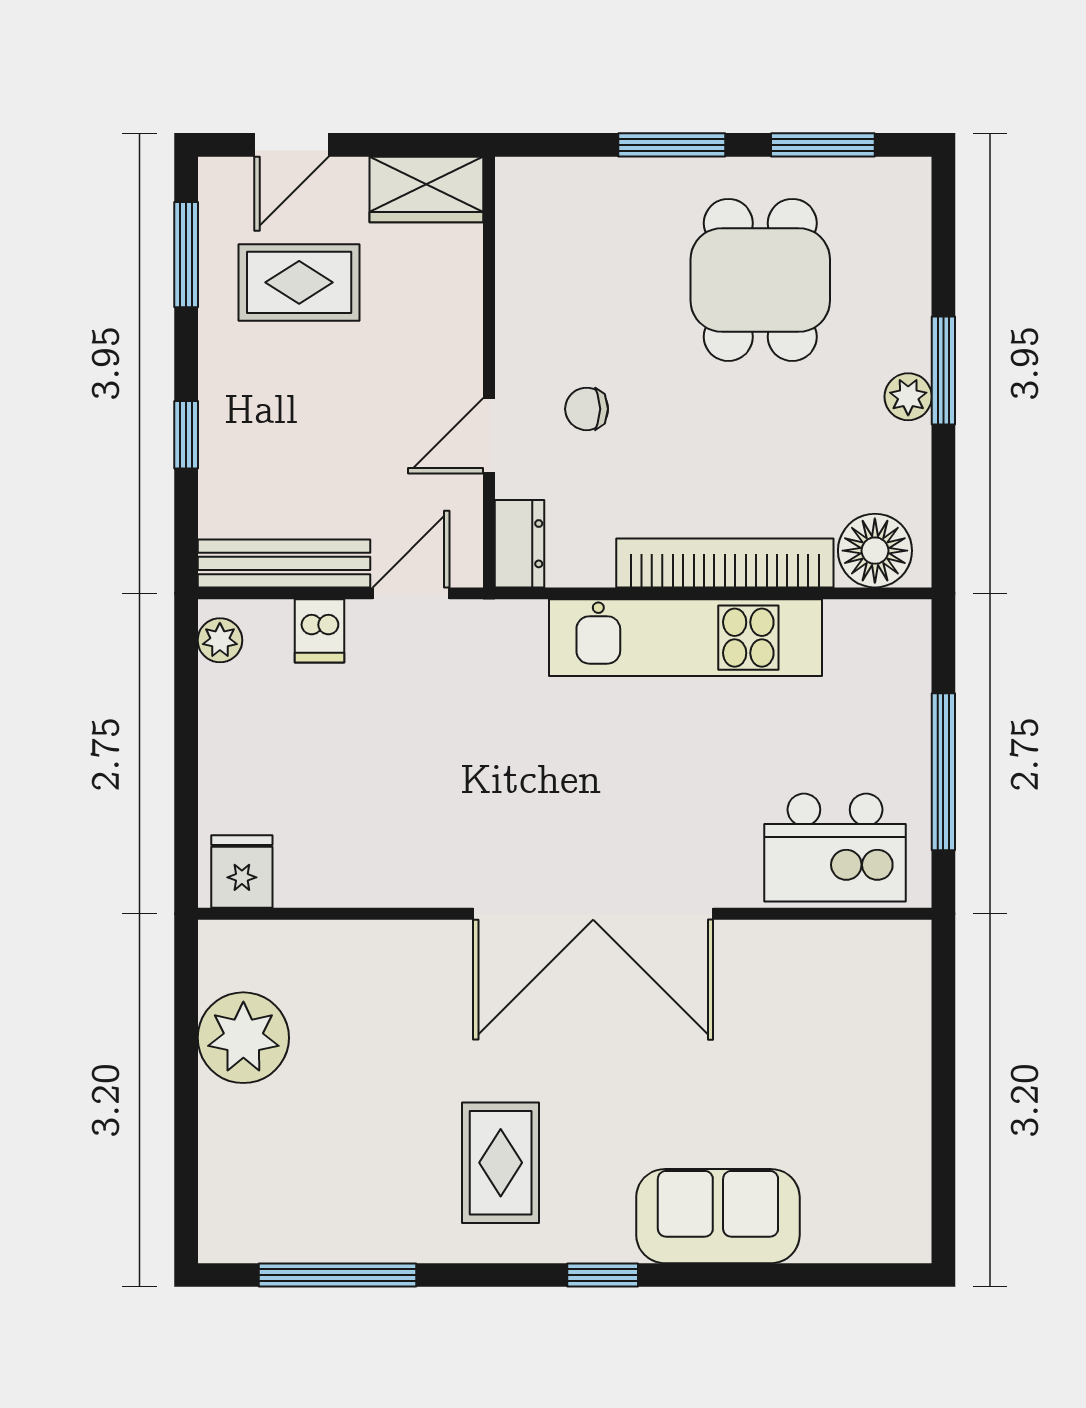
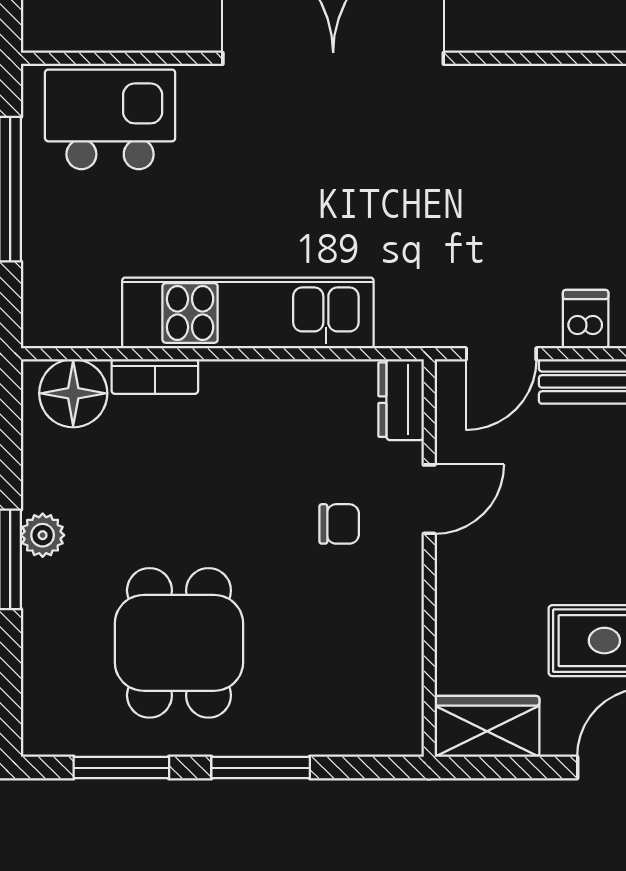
bookcase: (725, 563) -> (155, 376), width x0.43, depth x0.76

